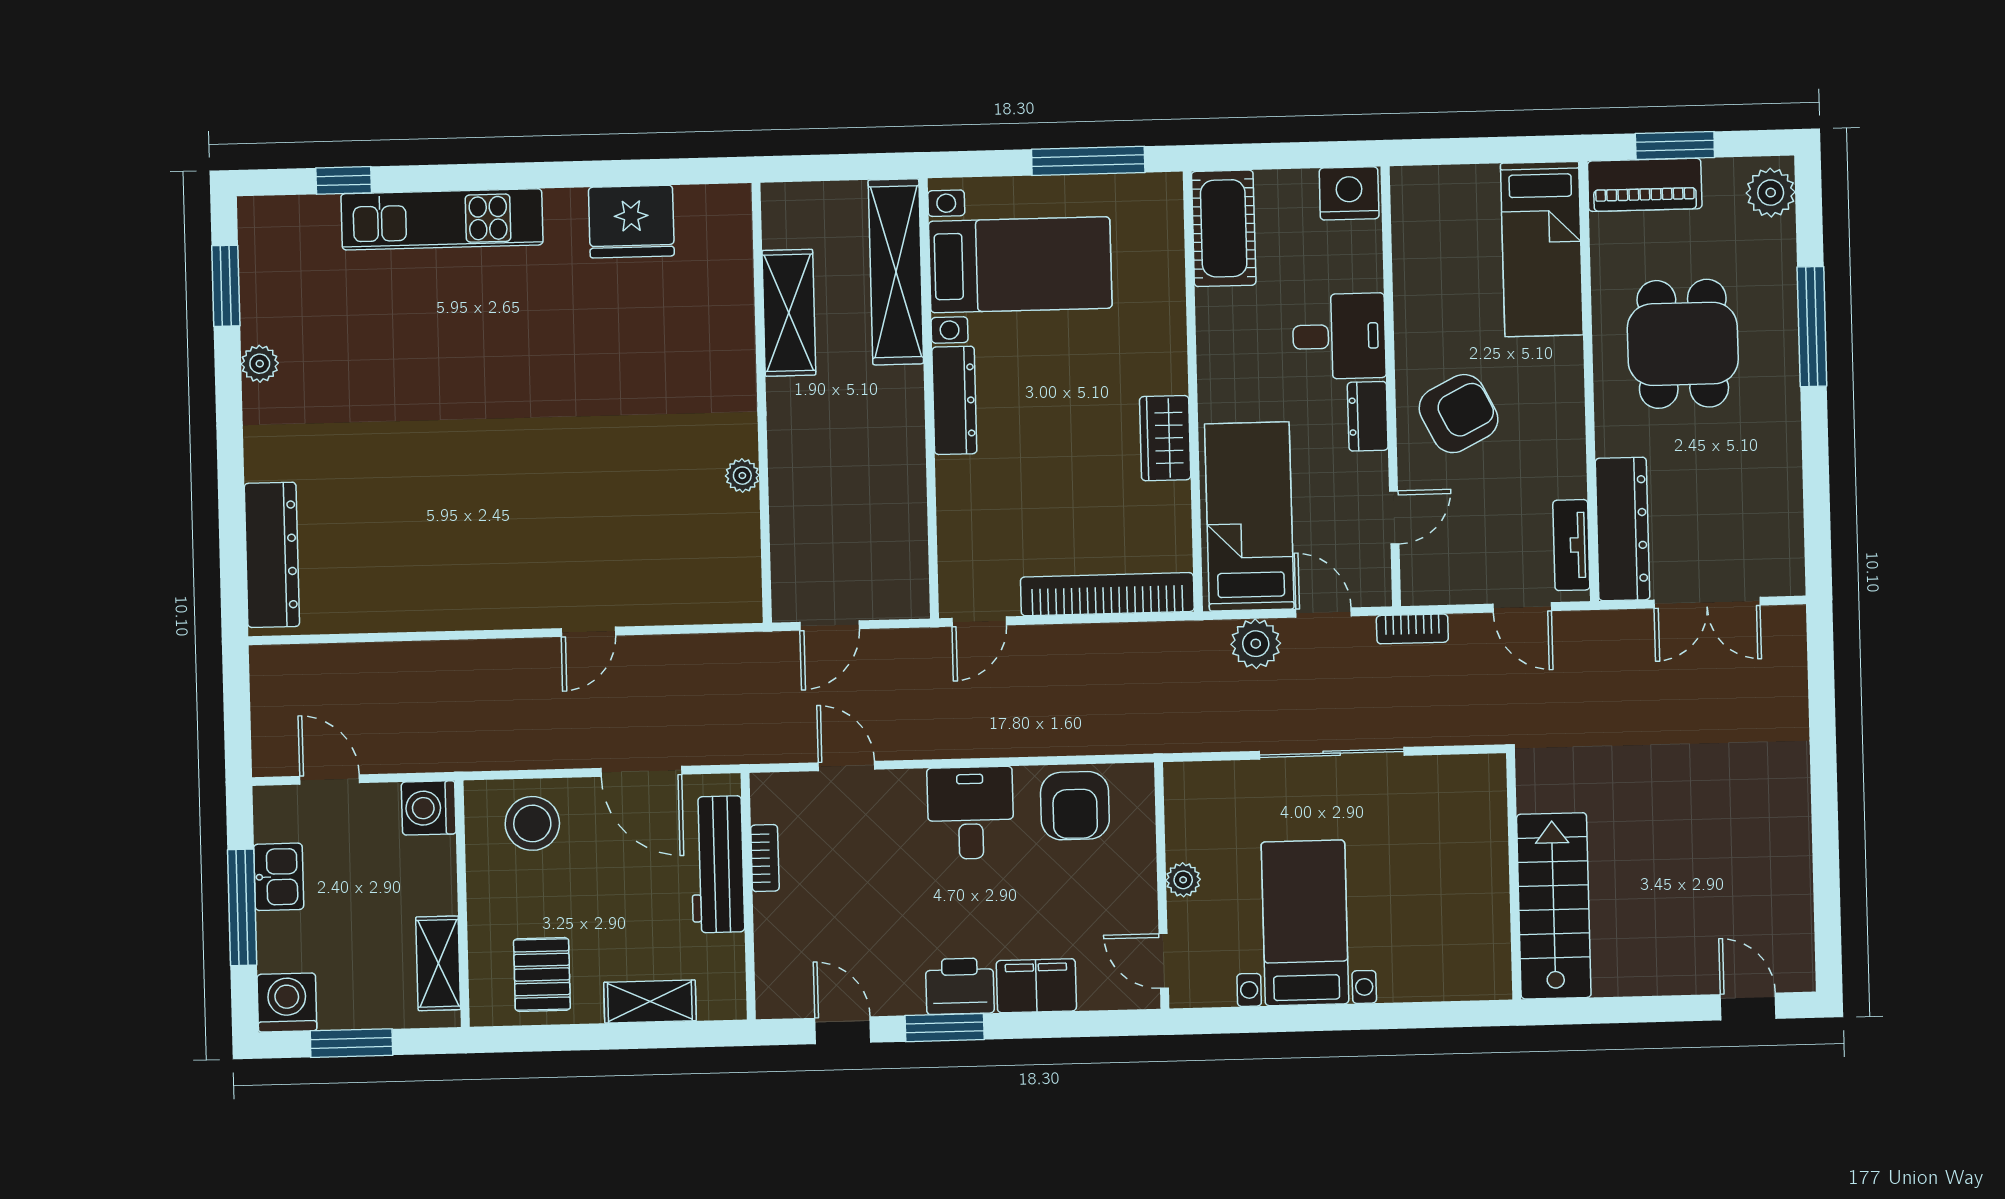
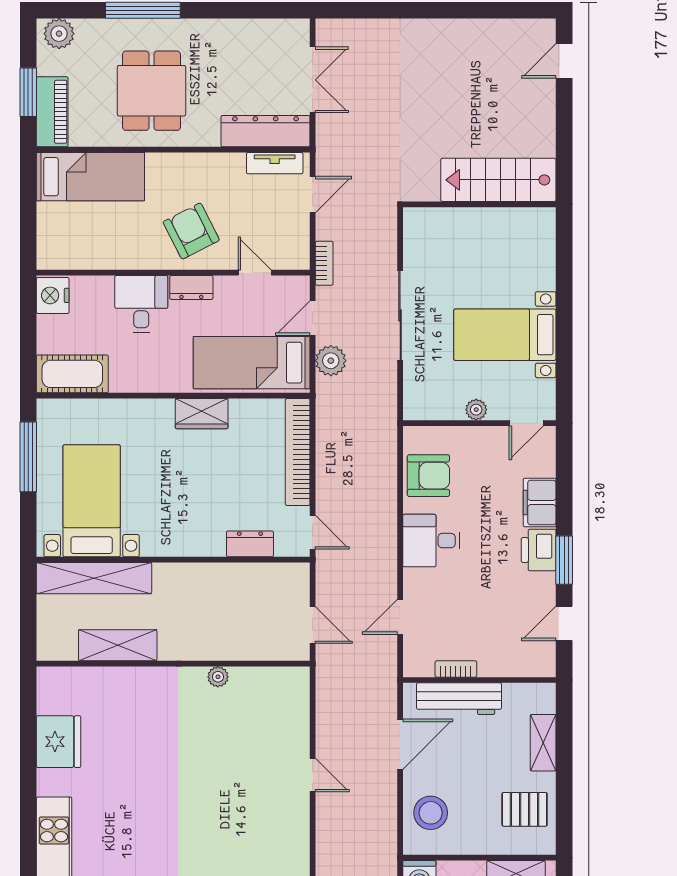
dining table: (1683, 344) -> (152, 91), turned 90
dresser: (954, 400) -> (250, 544), moved, width x0.70

